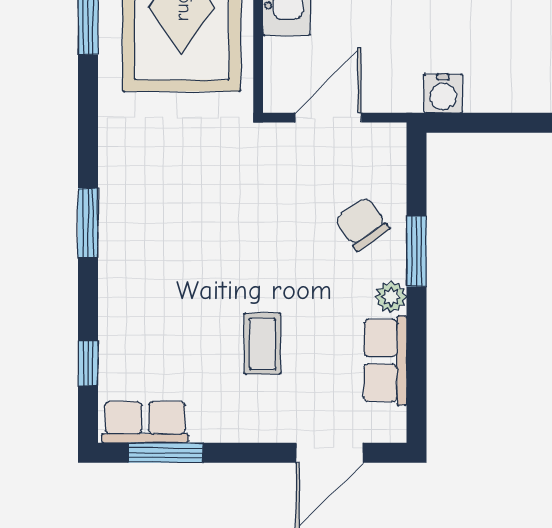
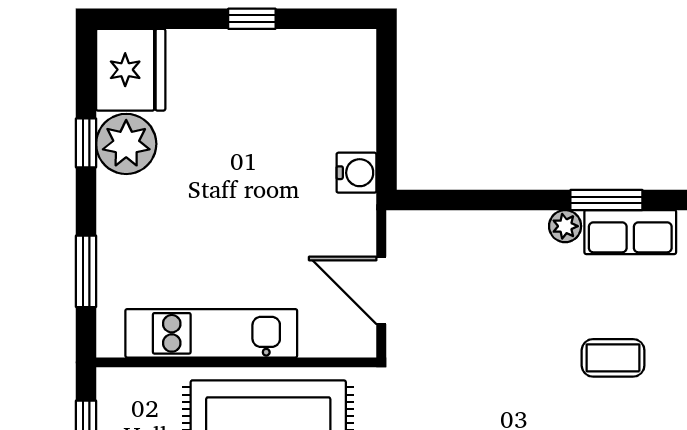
chair: (362, 224) -> (490, 256), removed
window: (416, 251) -> (606, 200), moved

